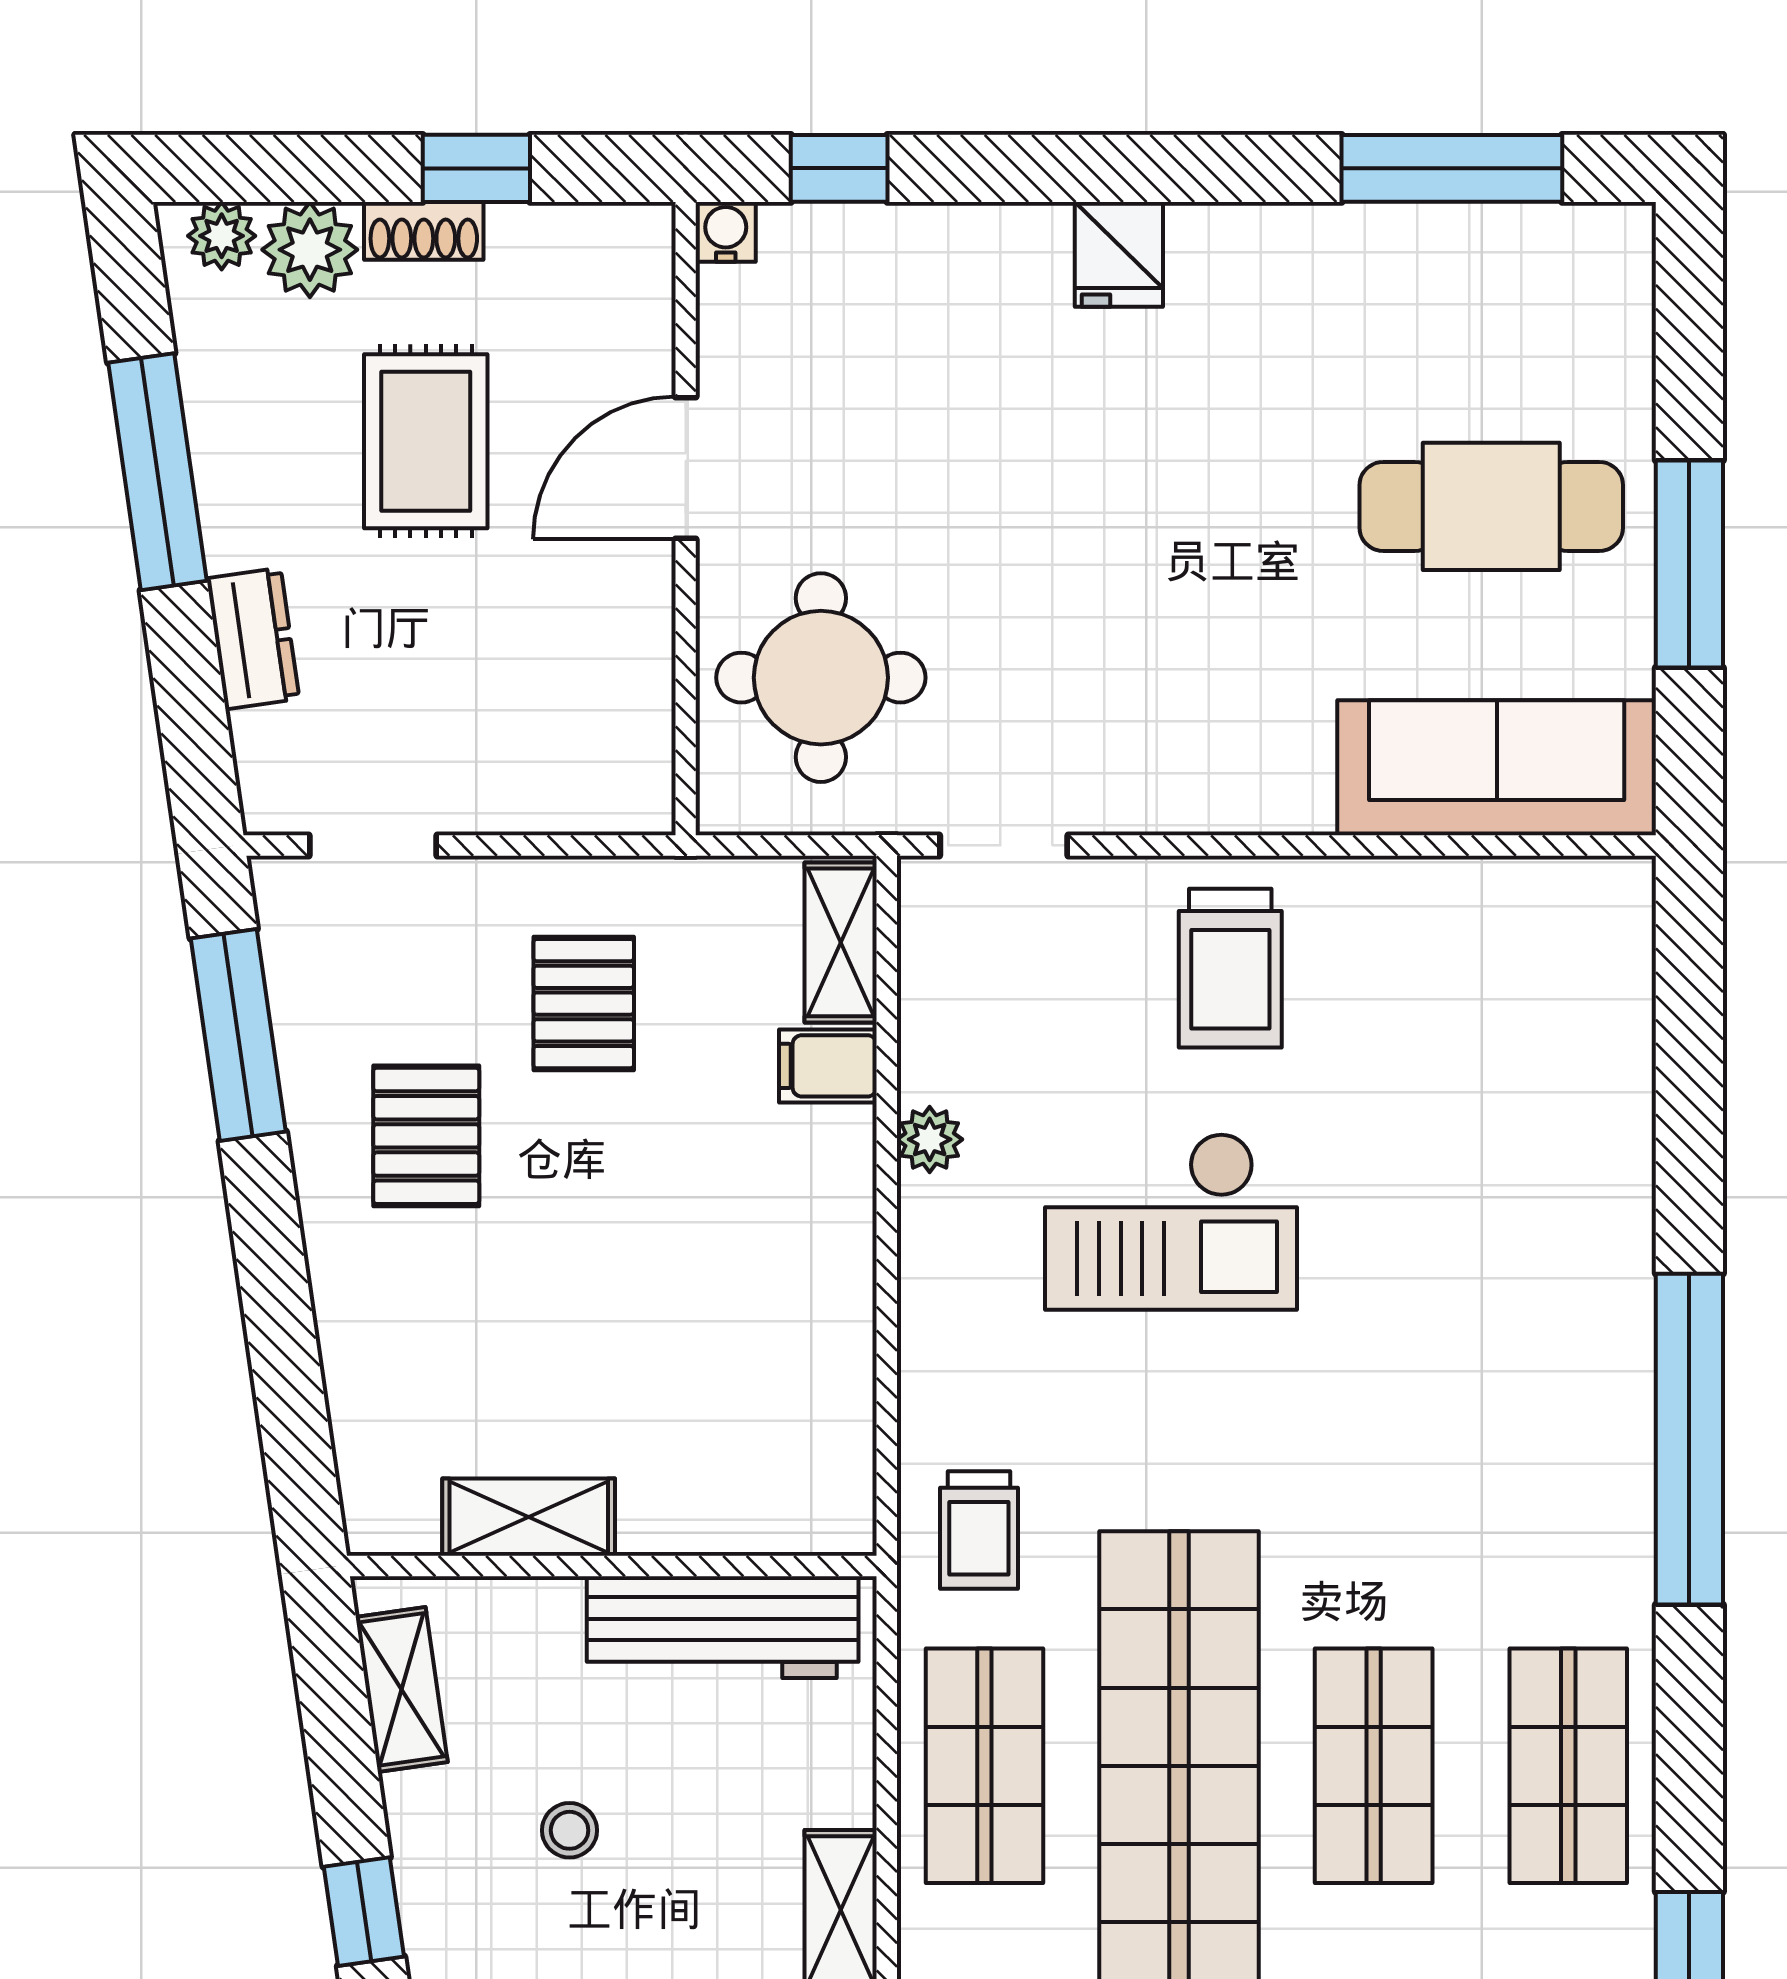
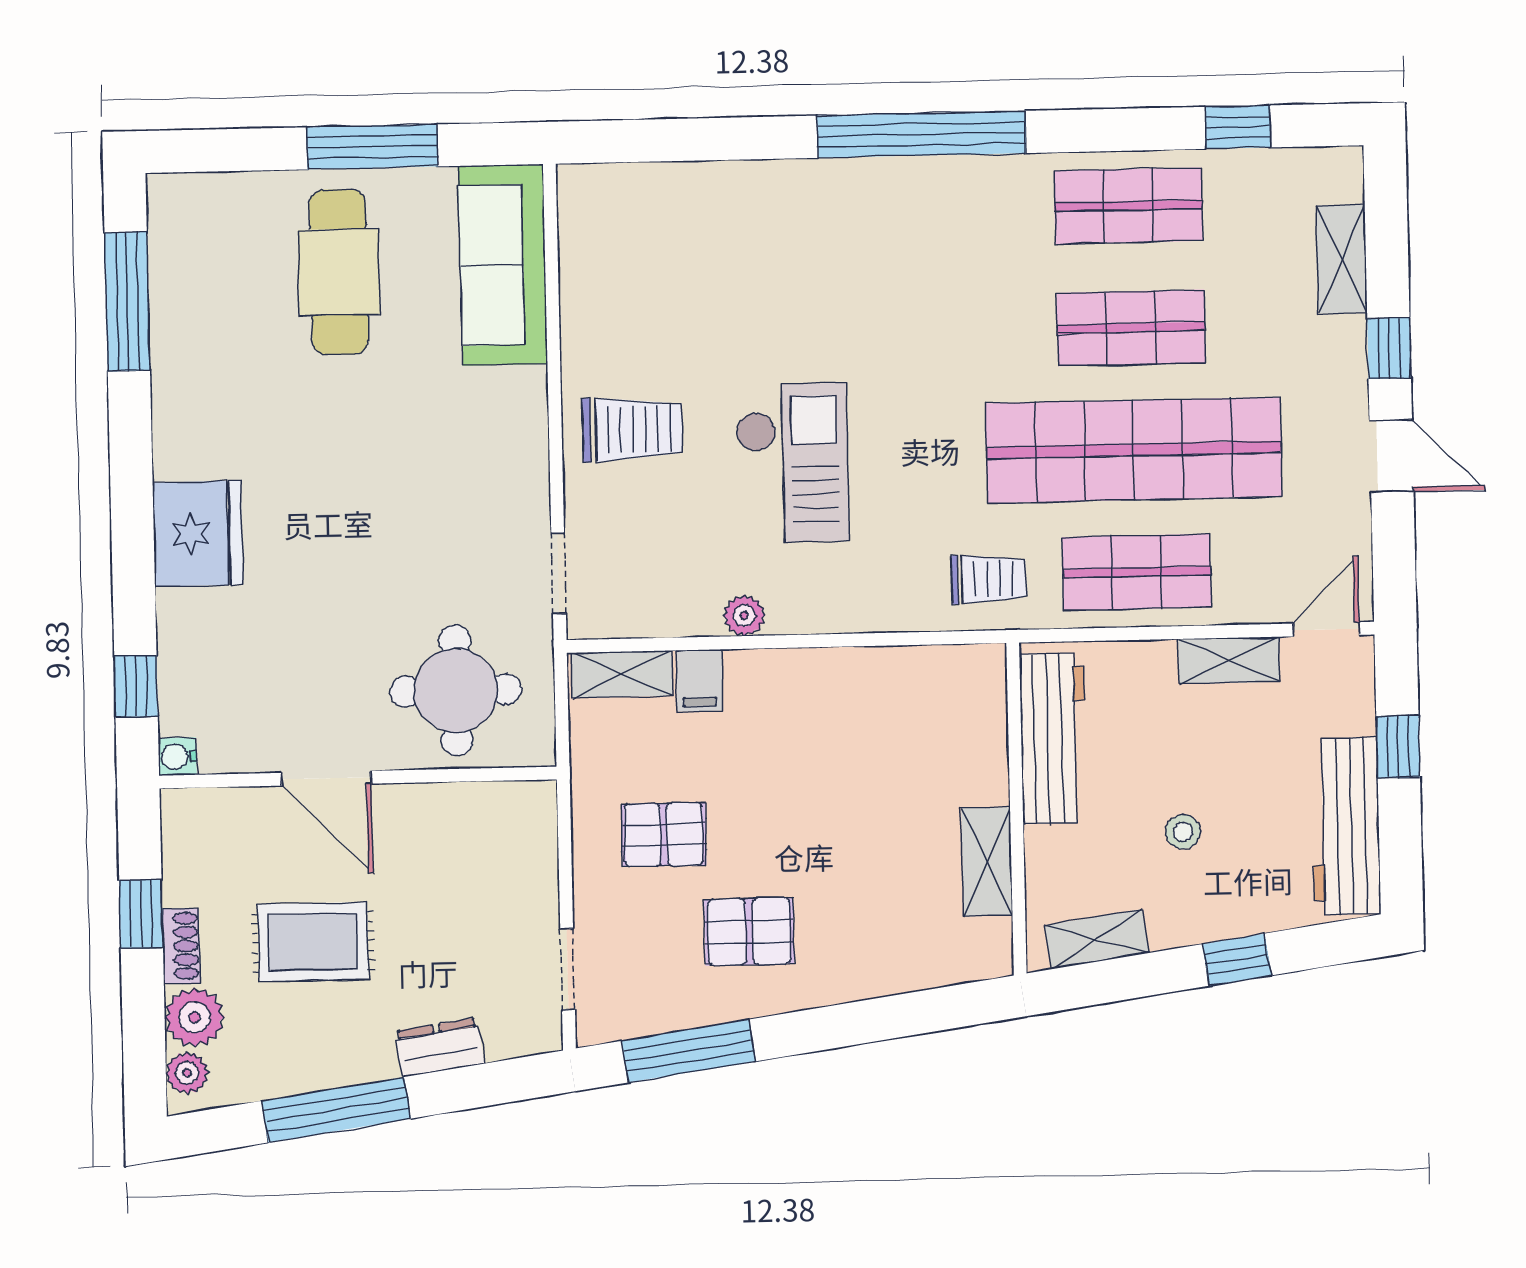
fridge: (1119, 254) -> (198, 534), width x1.88, depth x1.34

